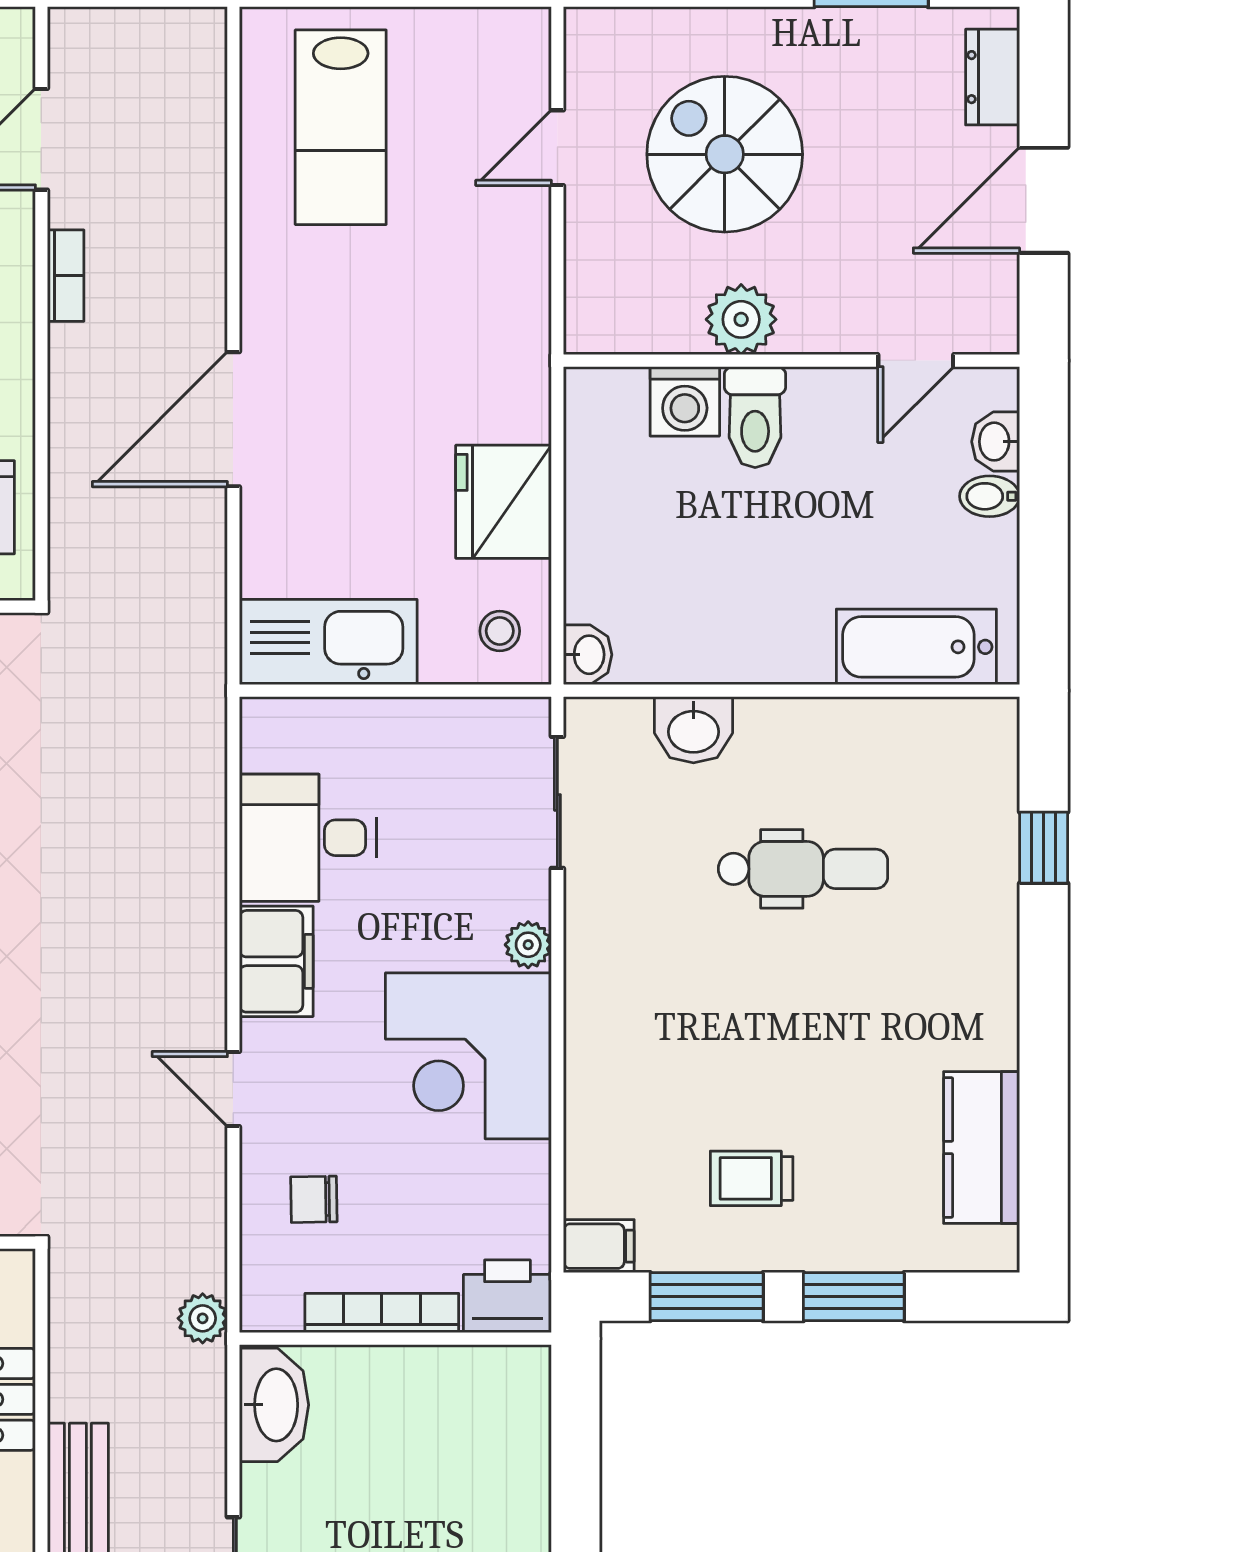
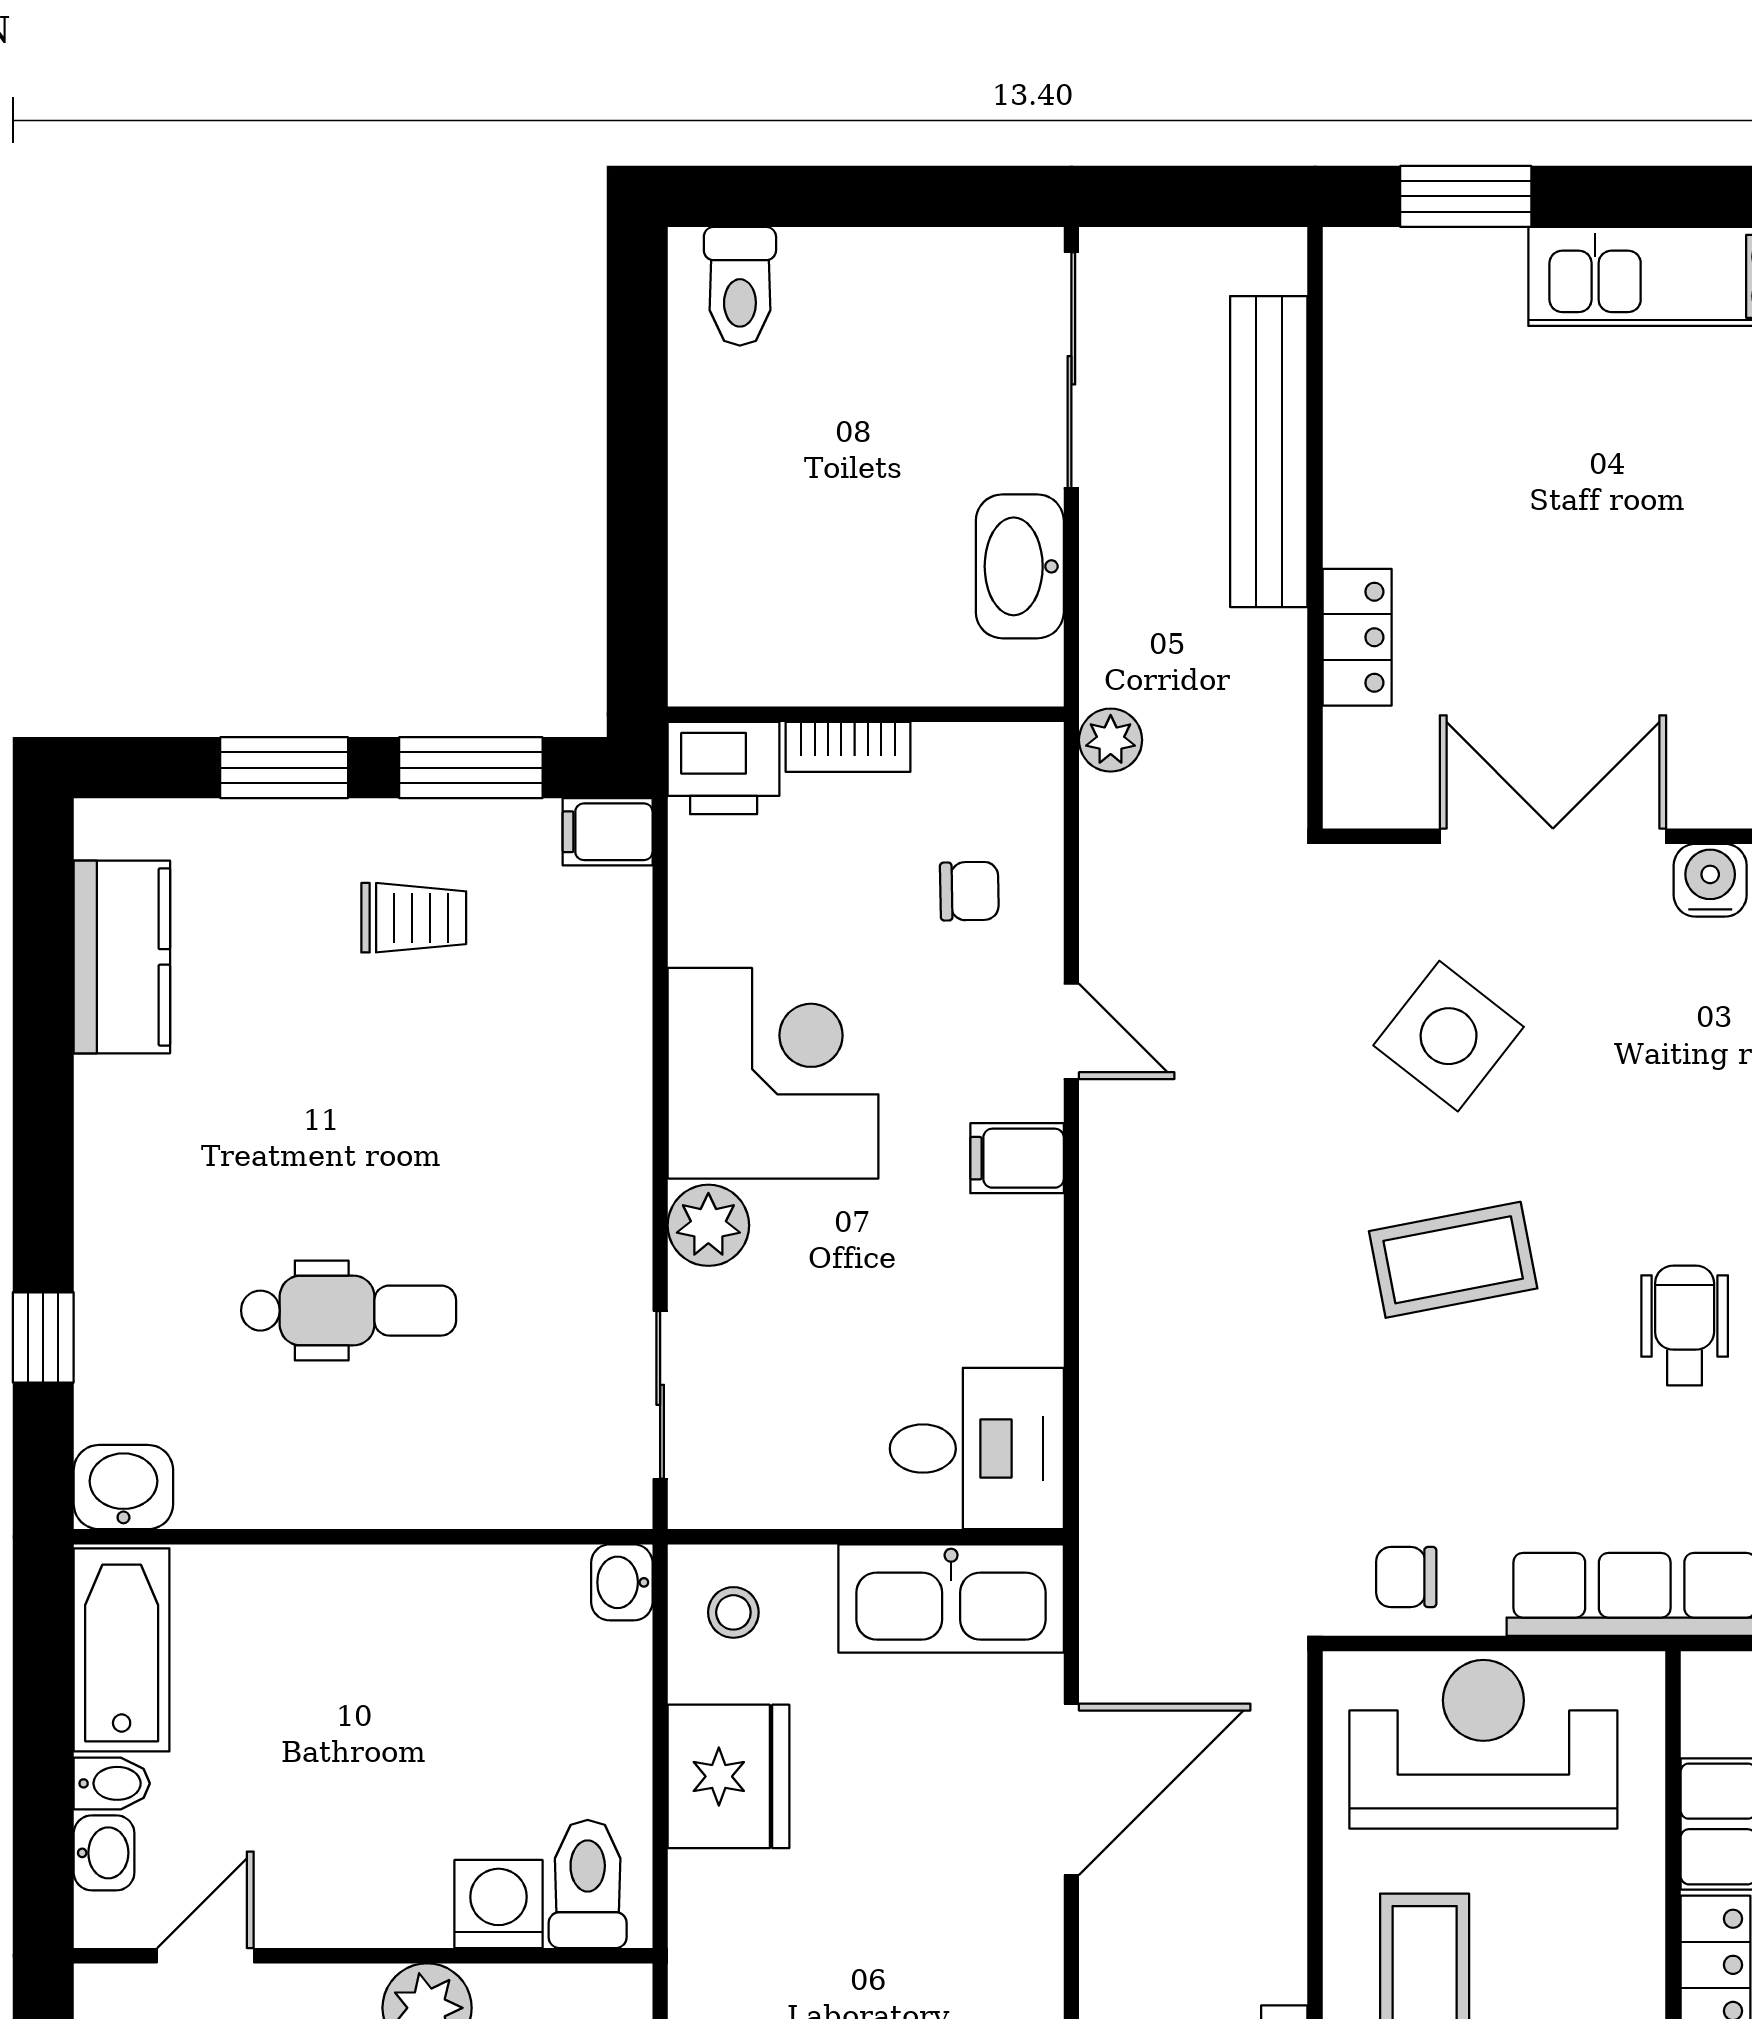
toilet: (755, 417) -> (588, 1884), moved
door: (233, 419) -> (1071, 1789), moved
bathtub: (916, 647) -> (122, 1650), moved, turned -90
washbasin: (693, 730) -> (123, 1487), moved
desk: (308, 838) -> (977, 1449), moved
dental chair: (803, 869) -> (349, 1311), turned 180
plant: (528, 945) -> (708, 1225), width x1.38, depth x1.38
filing cabinet: (276, 961) -> (1017, 1158), width x0.50
bookcase: (382, 1313) -> (848, 747), width x0.64
washbasin: (274, 1405) -> (1020, 566), moved

